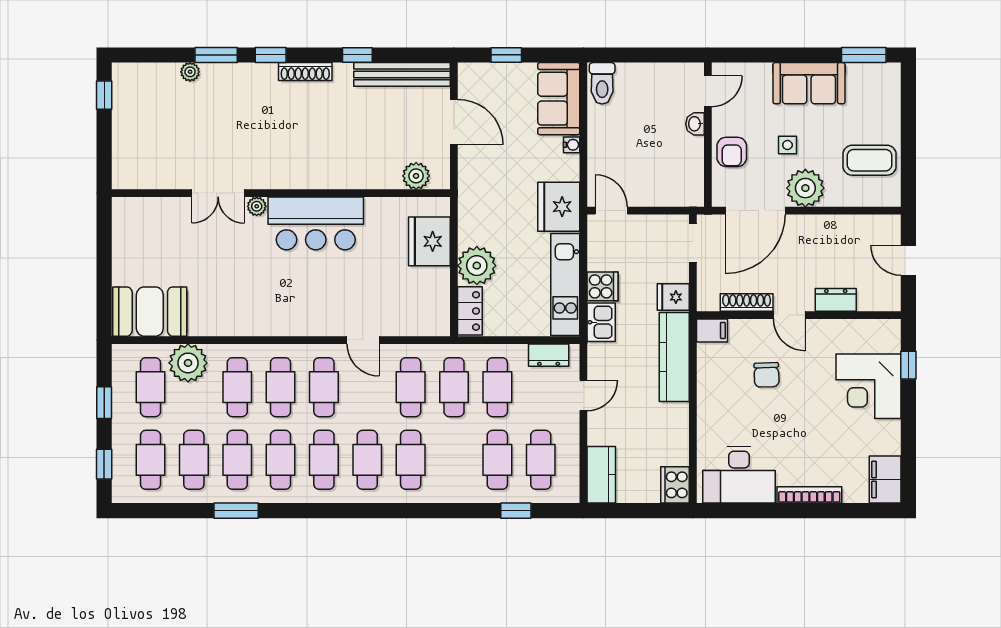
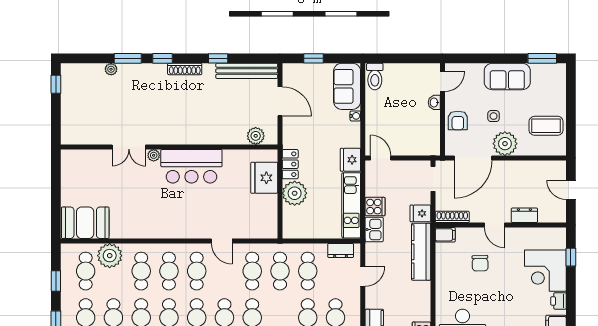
fridge: (559, 207) -> (350, 160), width x0.73, depth x0.75
shoe rack: (747, 302) -> (452, 217), moved
locker: (470, 311) -> (290, 164), moved
printer: (889, 434) -> (558, 301), added

